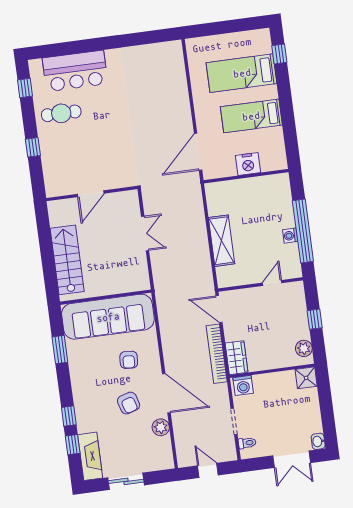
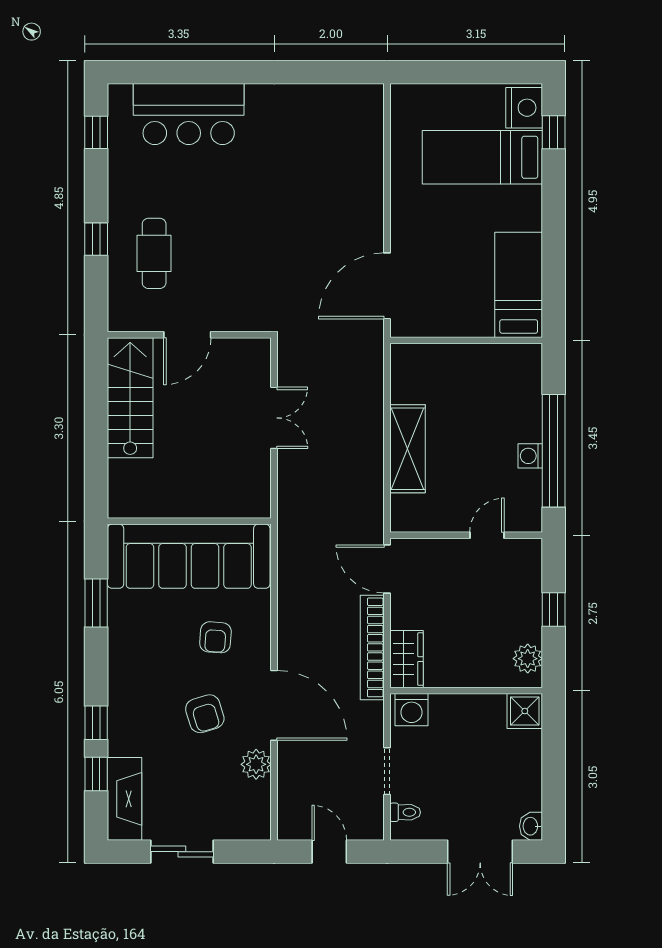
cafe table: (61, 113) -> (154, 253), moved, turned 90
bed: (251, 116) -> (519, 285), moved, turned 90
nightstand: (248, 164) -> (524, 108), moved, turned -90
stairs: (67, 260) -> (130, 398), moved

